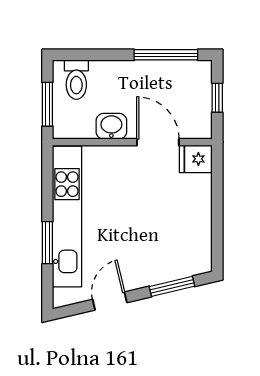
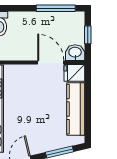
washbasin: (111, 126) -> (75, 53), moved
kitchen counter: (198, 217) -> (76, 109), added

